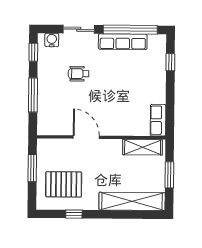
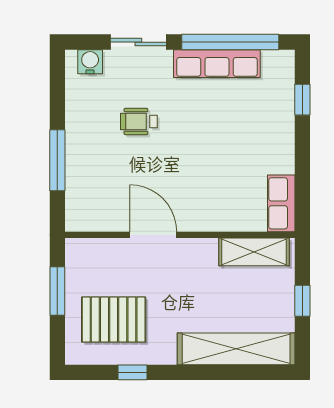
window: (33, 52) -> (57, 84), removed
window: (169, 175) -> (302, 301), width x0.67

